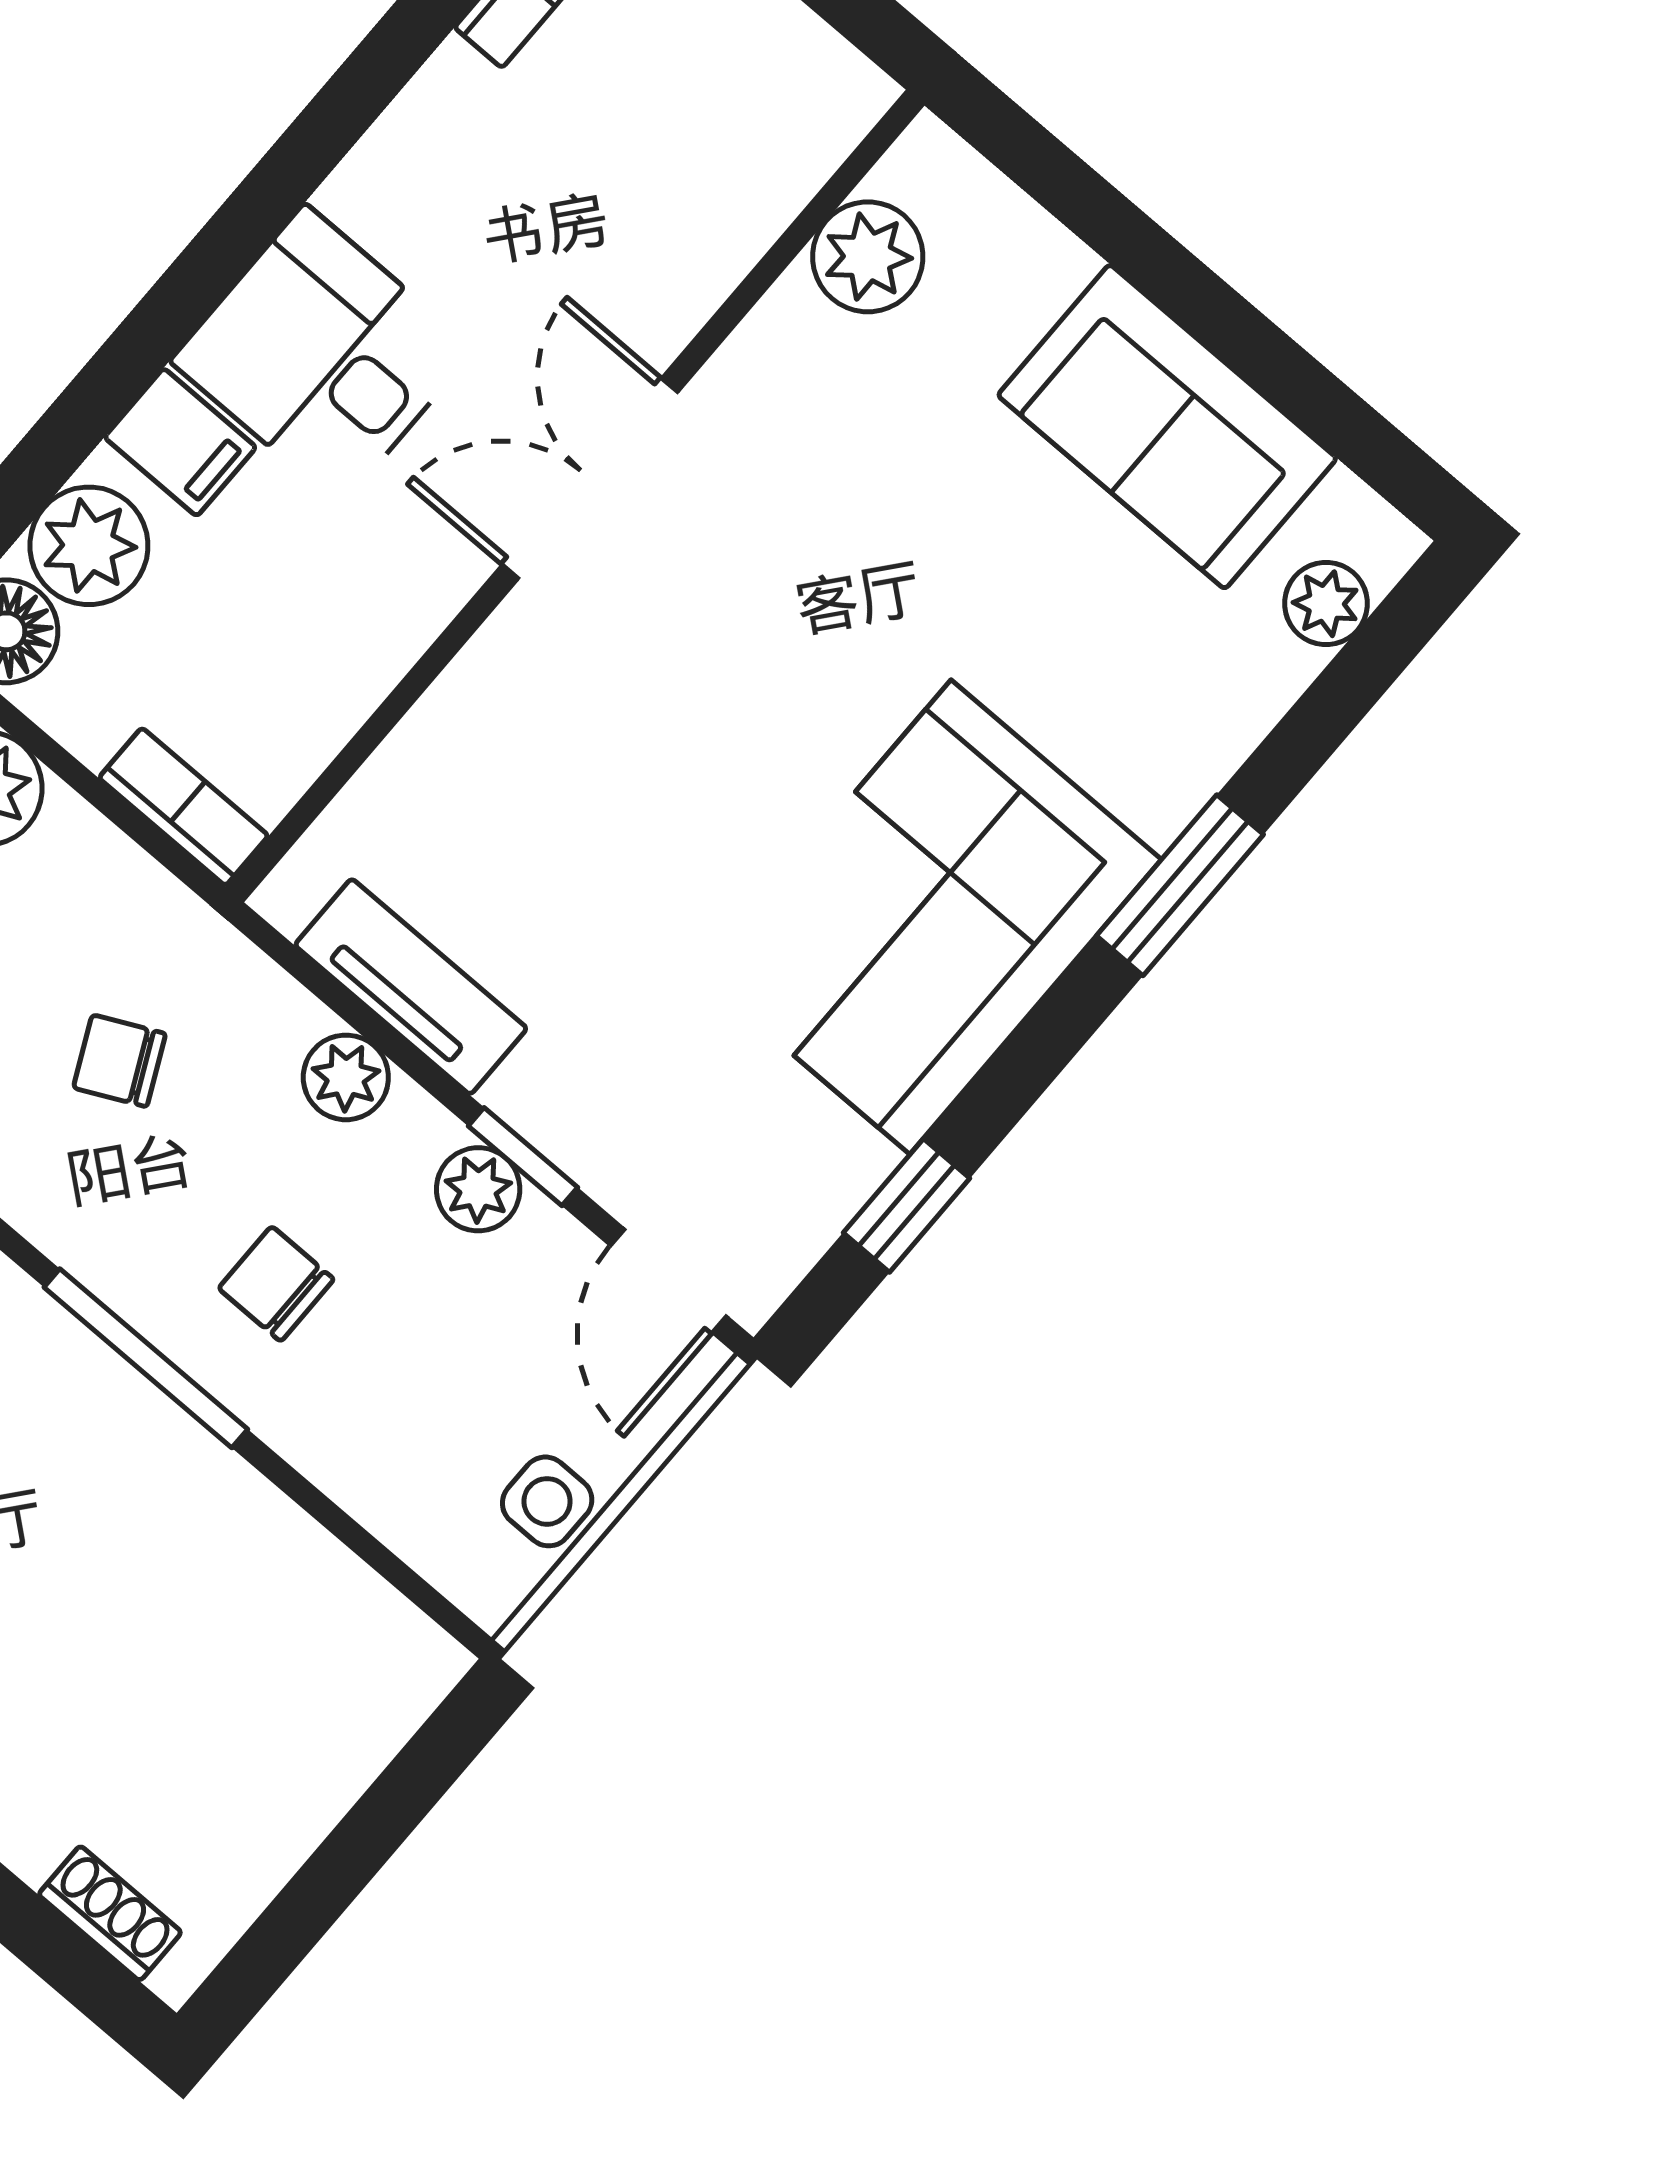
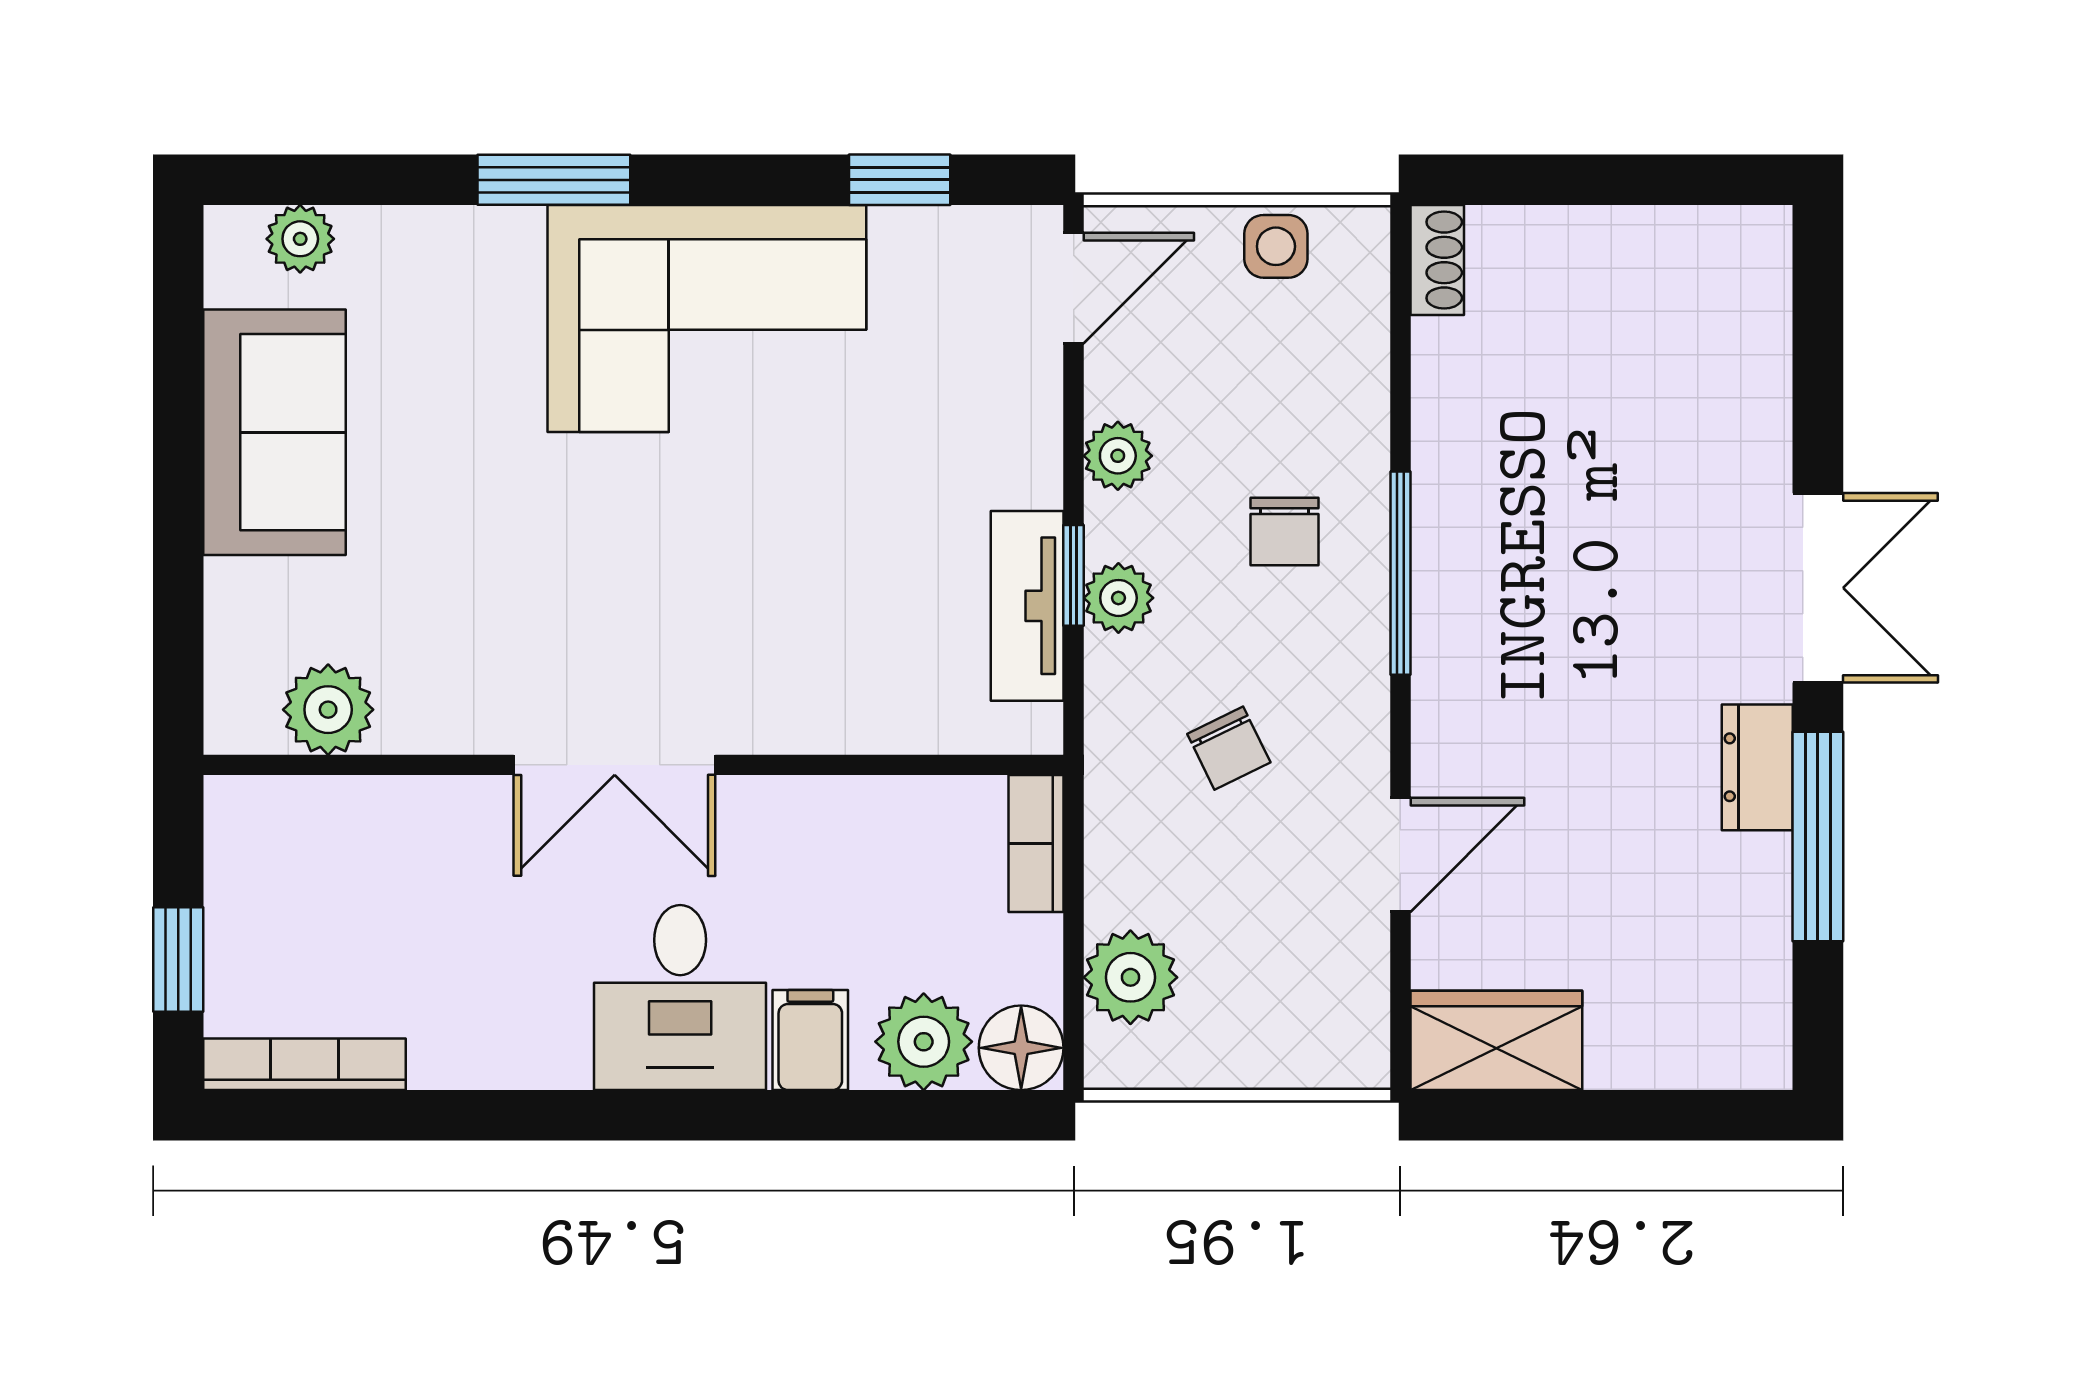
window: (523, 1157) -> (1074, 575), moved
shoe rack: (110, 1913) -> (1437, 260), moved, turned 180

